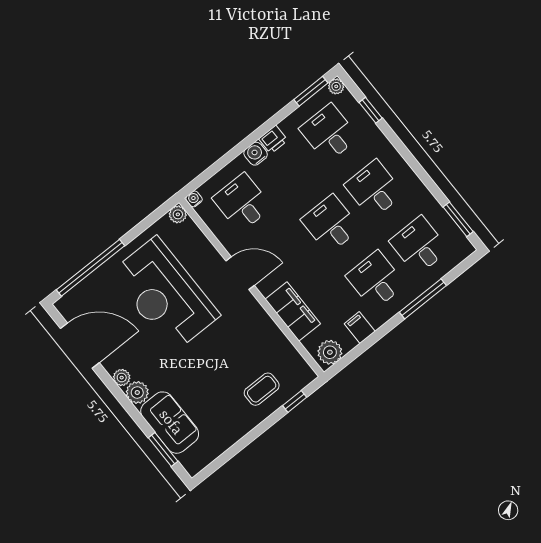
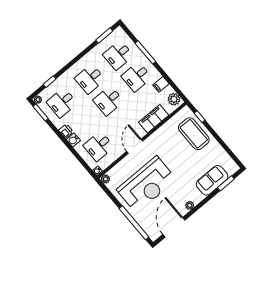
coffee table: (262, 389) -> (194, 134), width x1.86, depth x1.72
plant: (137, 393) -> (197, 197), removed

